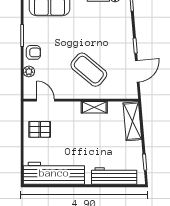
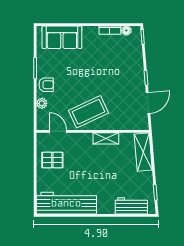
coffee table: (89, 70) -> (89, 112), moved, turned -65
workbench: (114, 176) -> (131, 206), width x0.73

